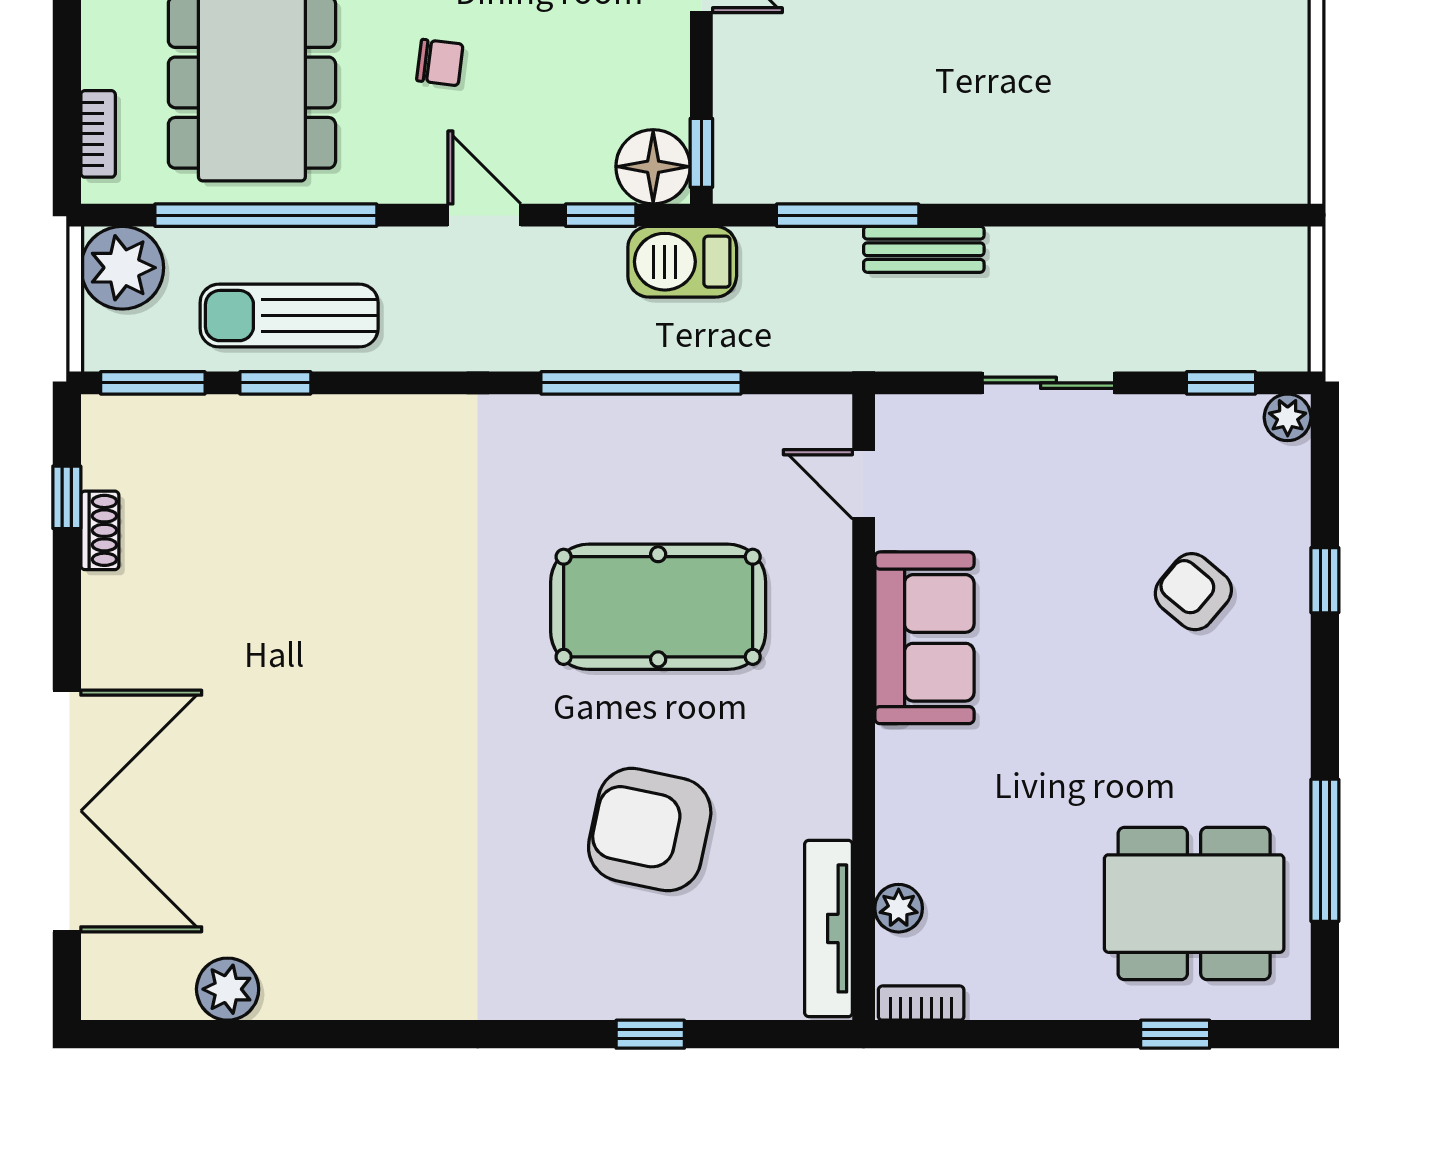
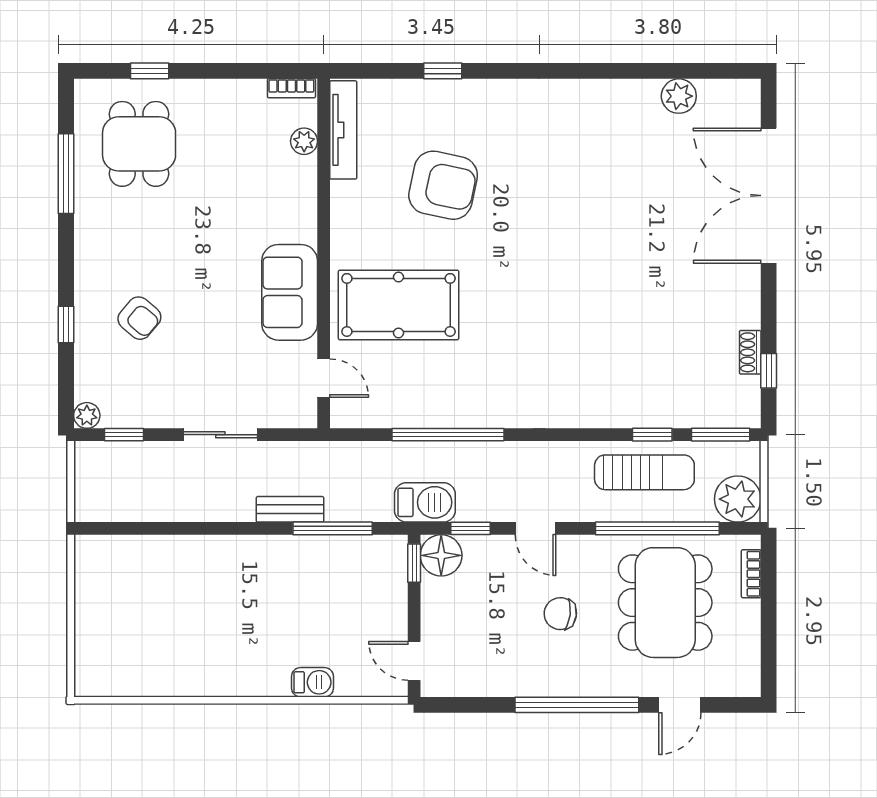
chair: (440, 62) -> (560, 614), width x1.37, depth x1.37
pool table: (658, 607) -> (399, 305), moved
dining table: (1194, 904) -> (139, 144), width x0.73

